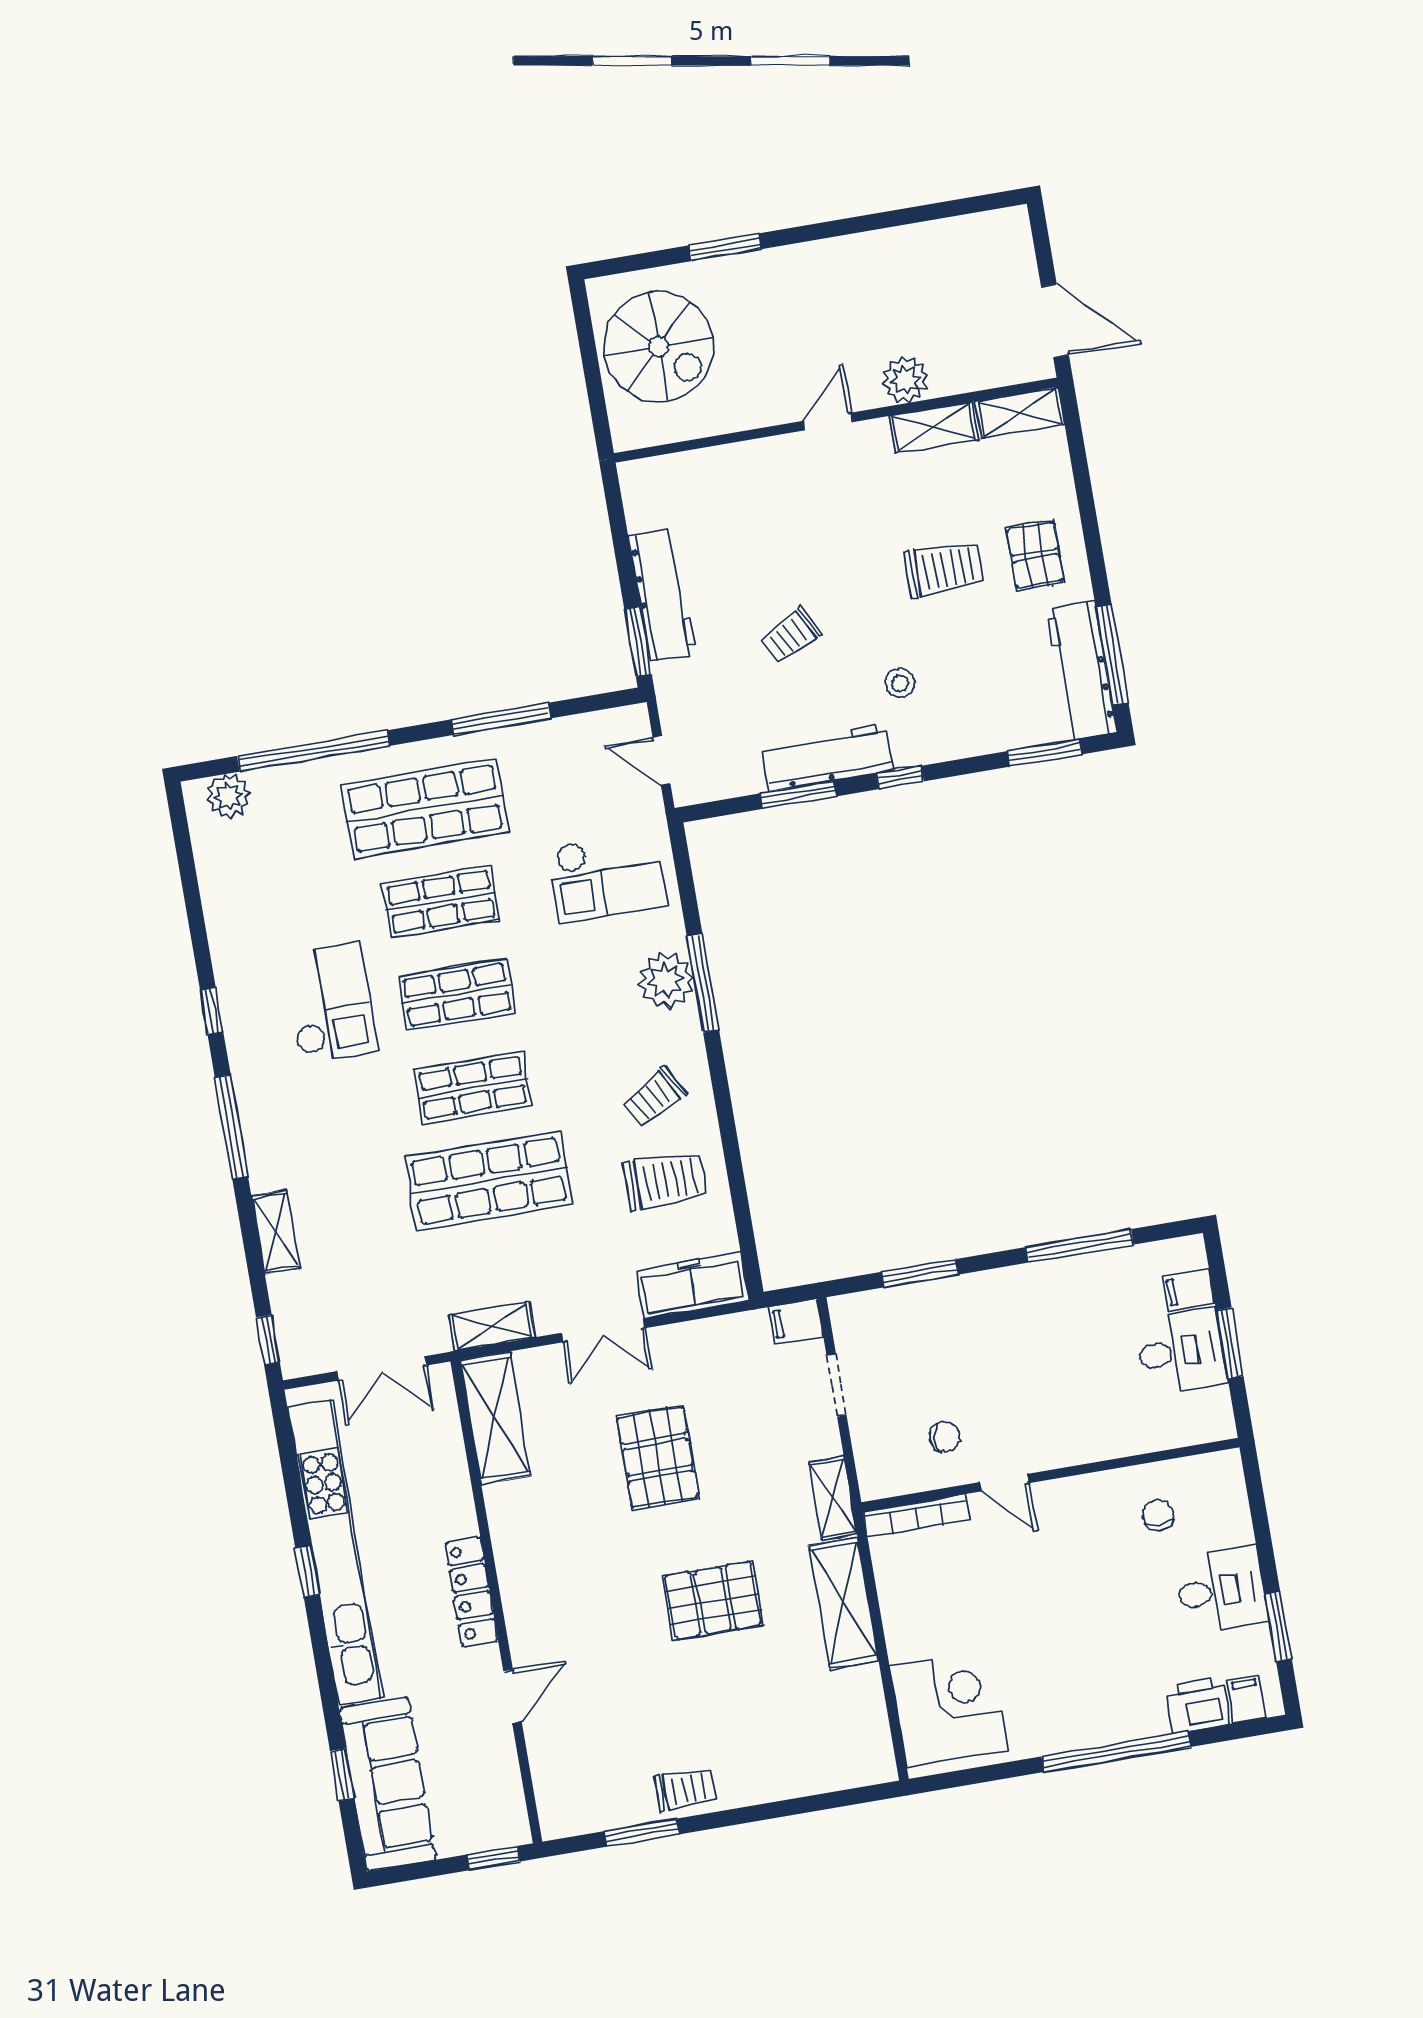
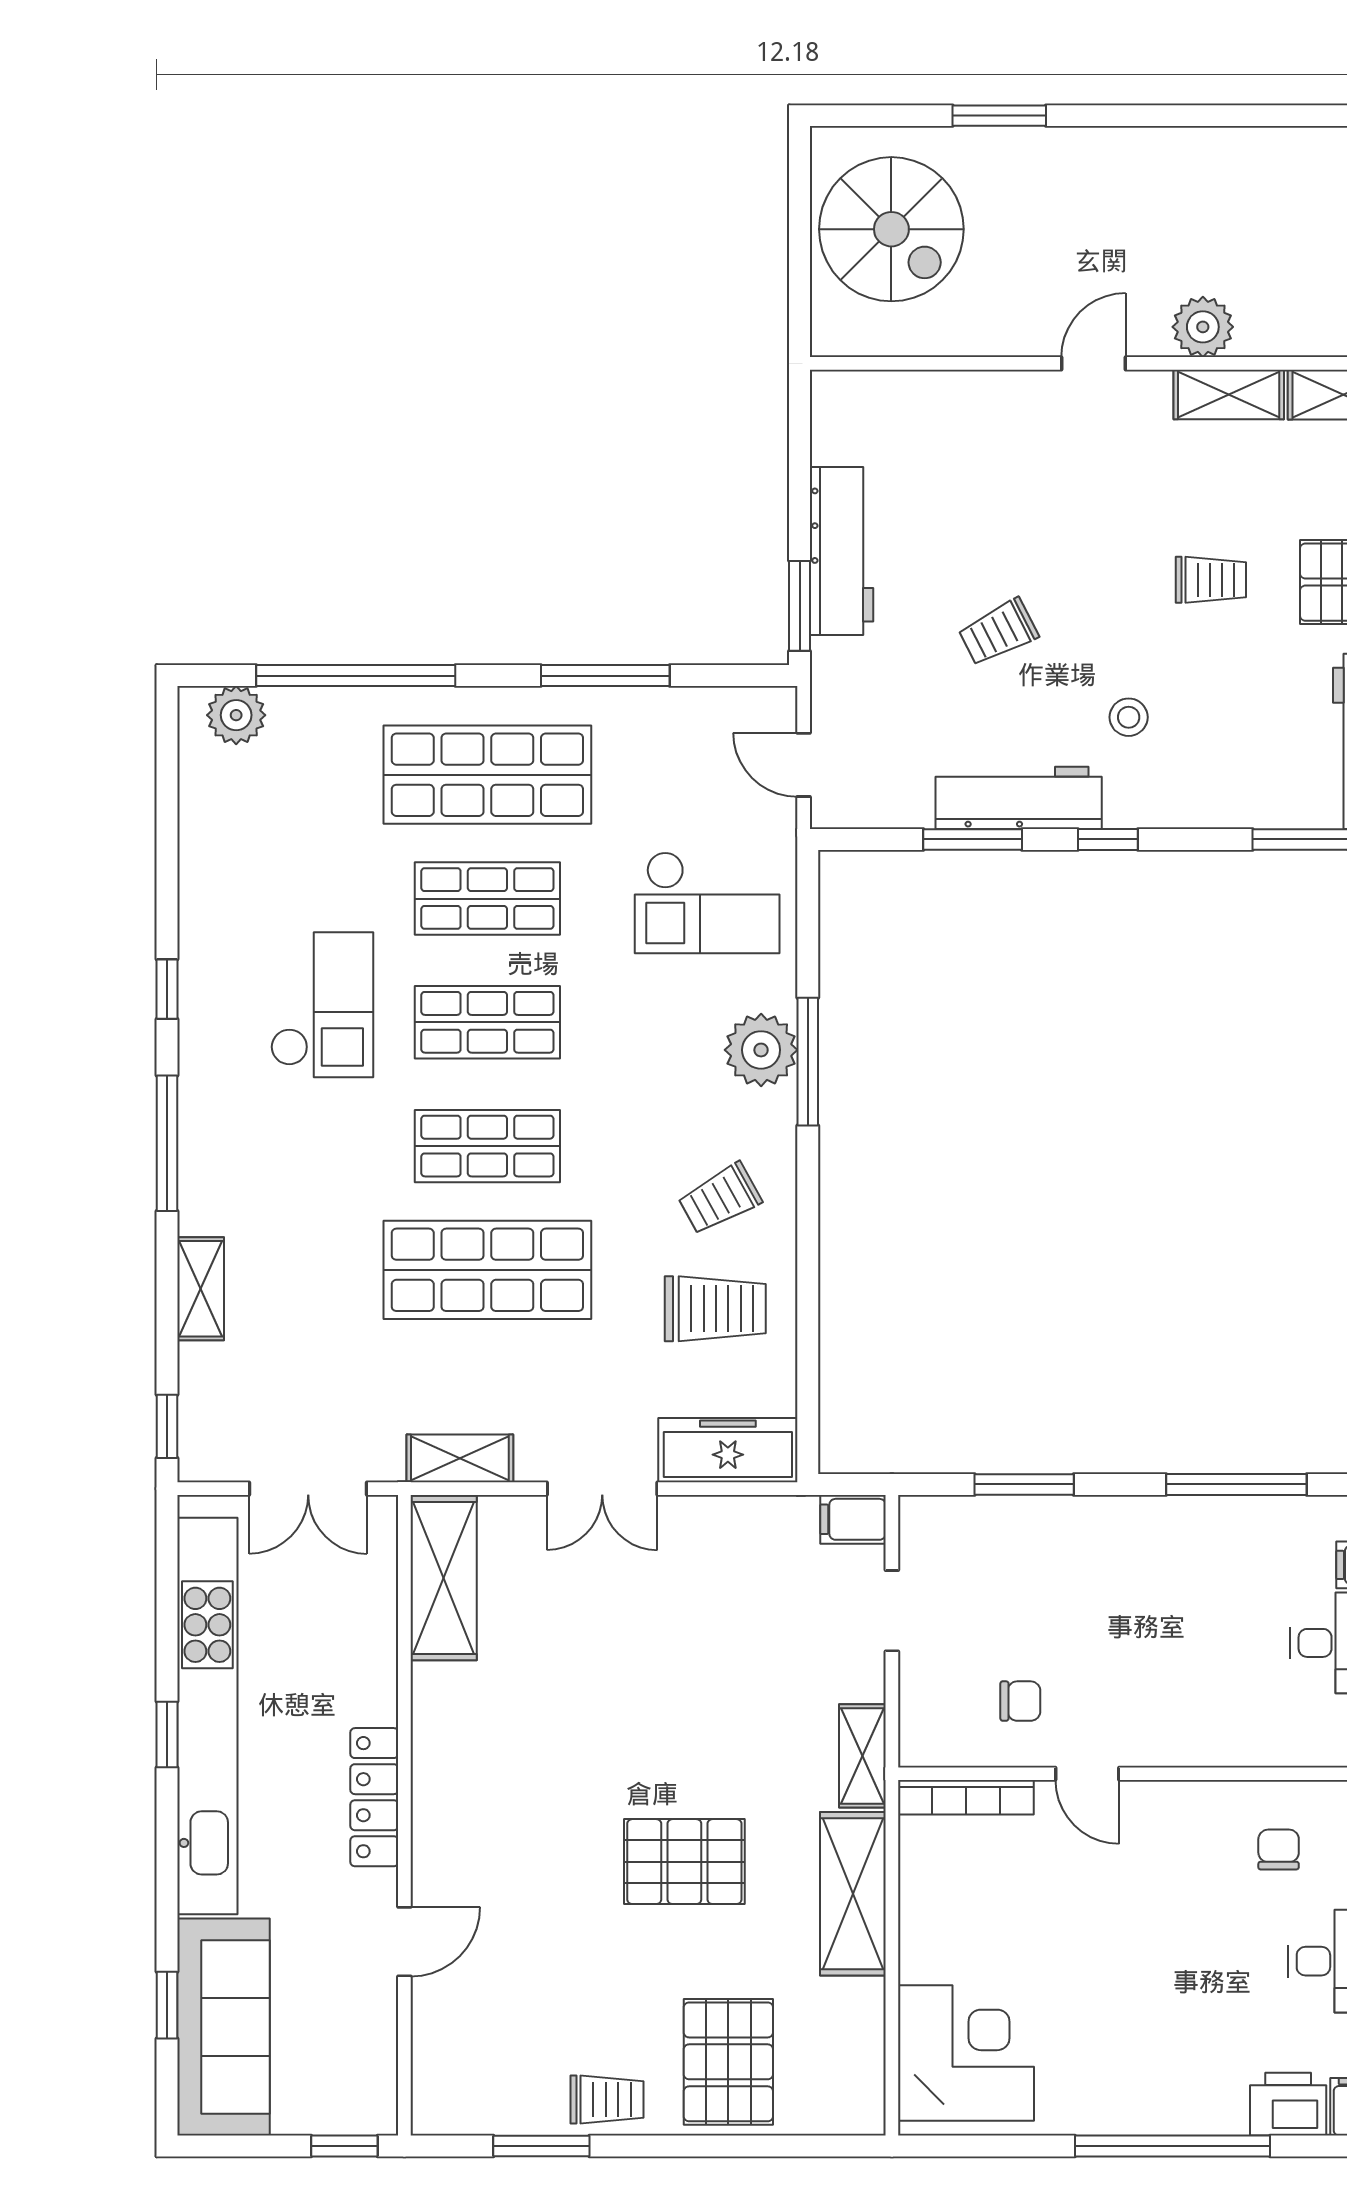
trolley: (944, 569) -> (1211, 580), width x0.73, depth x0.72
pallet: (658, 1457) -> (728, 2062), moved

